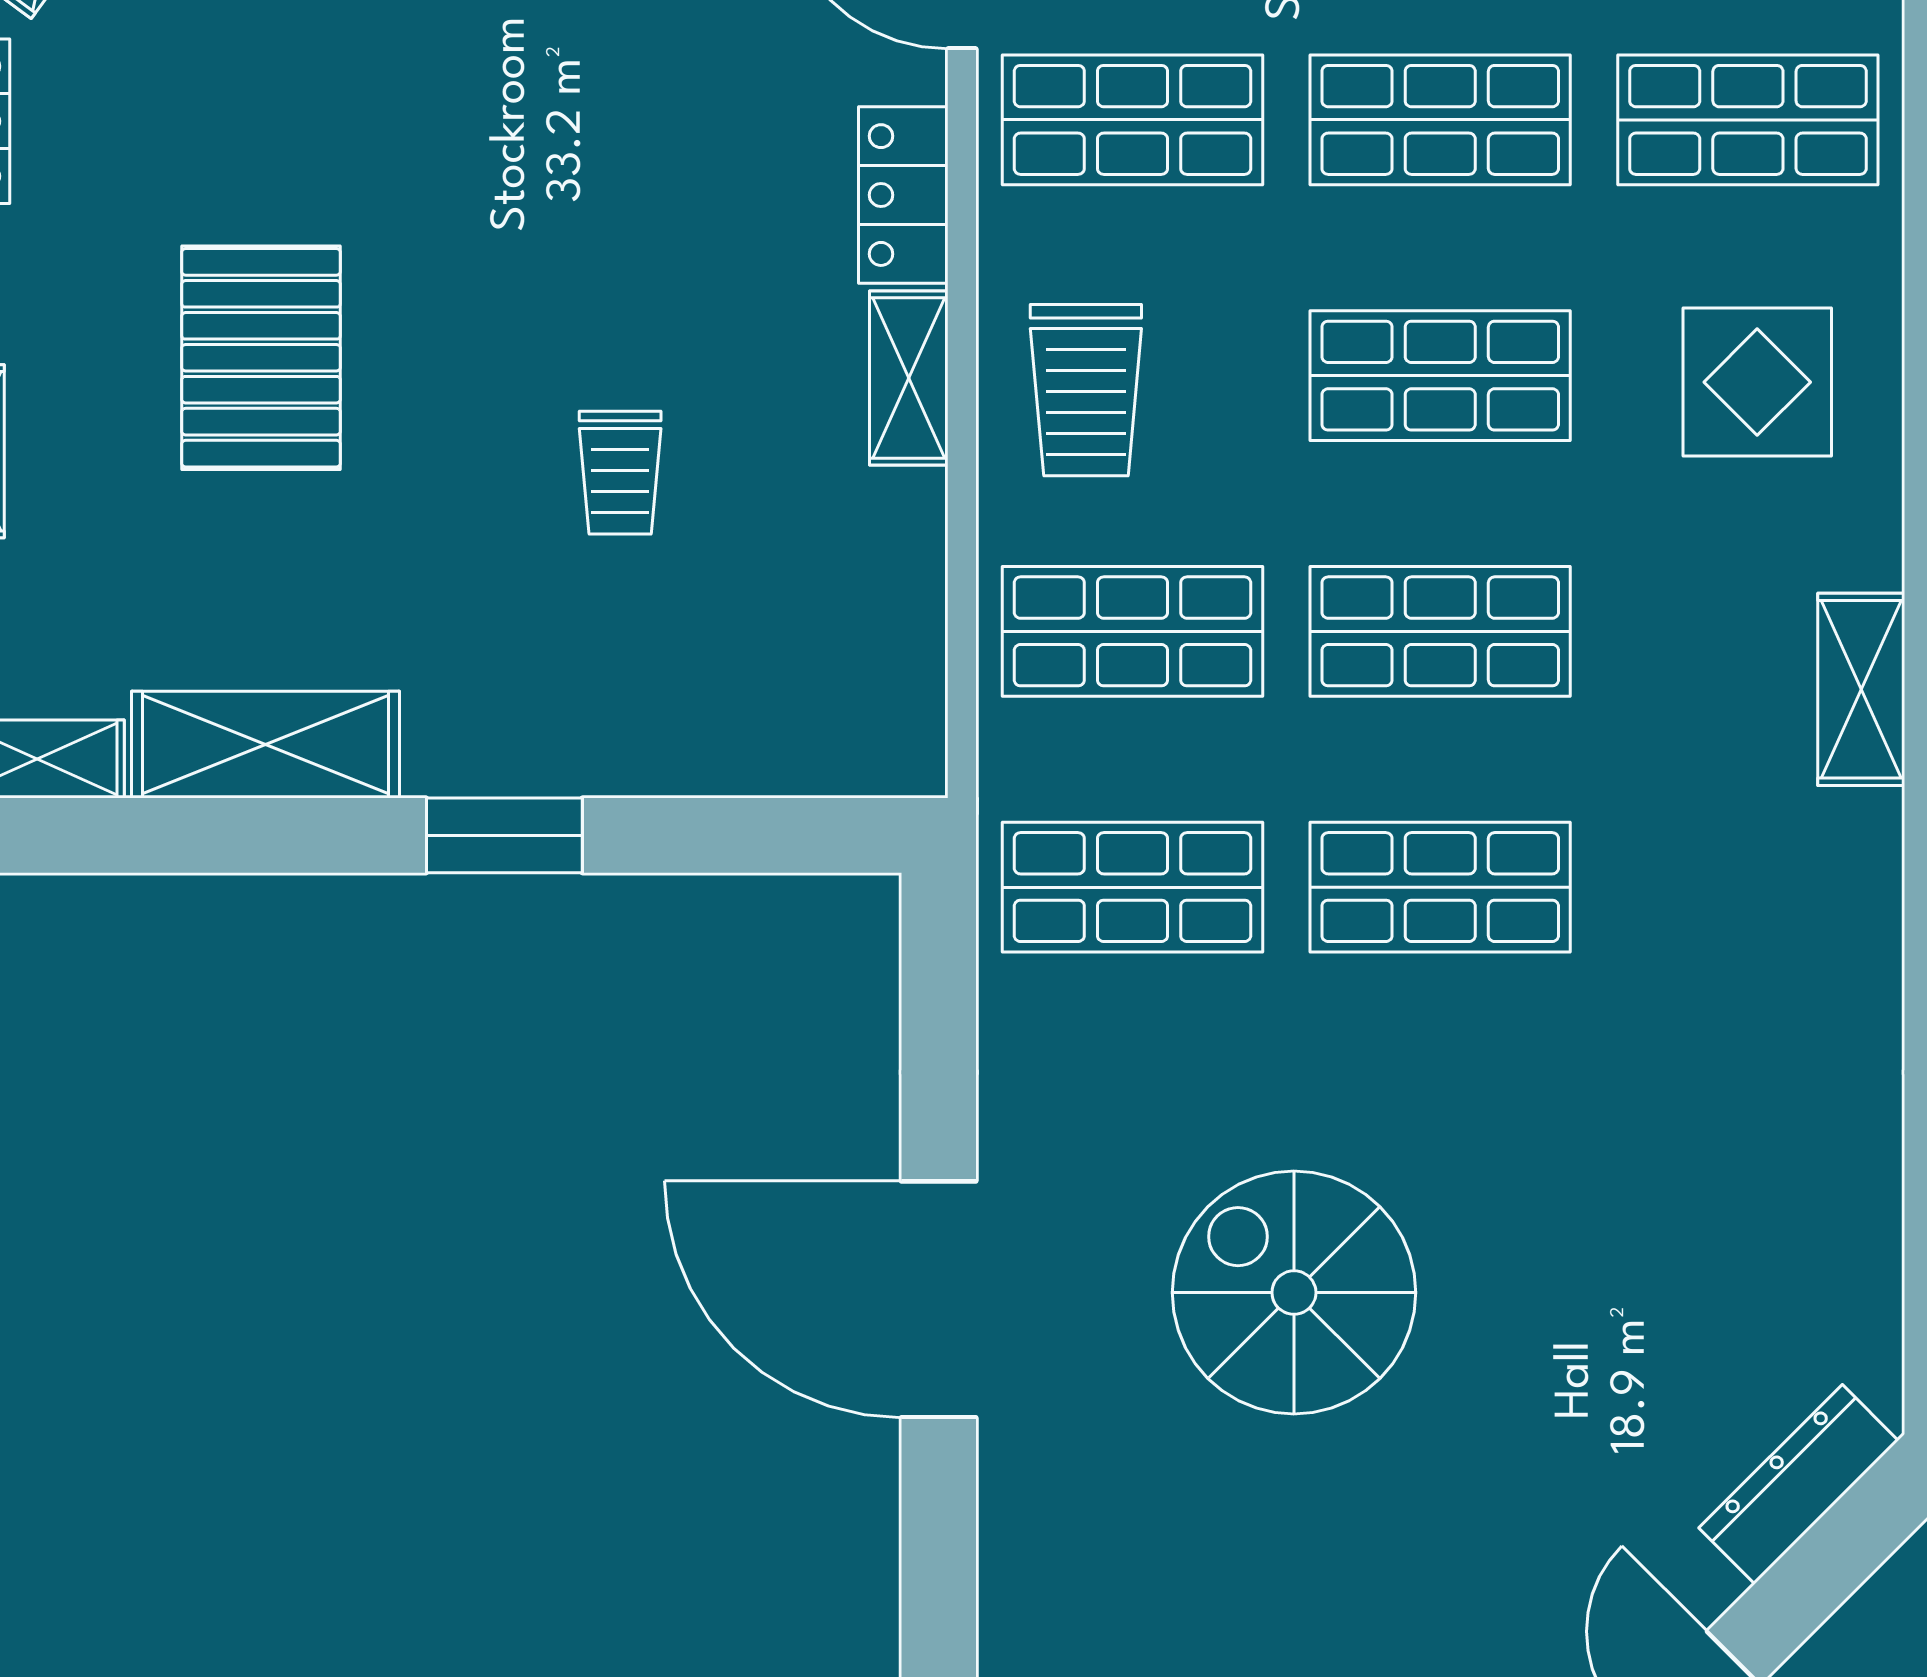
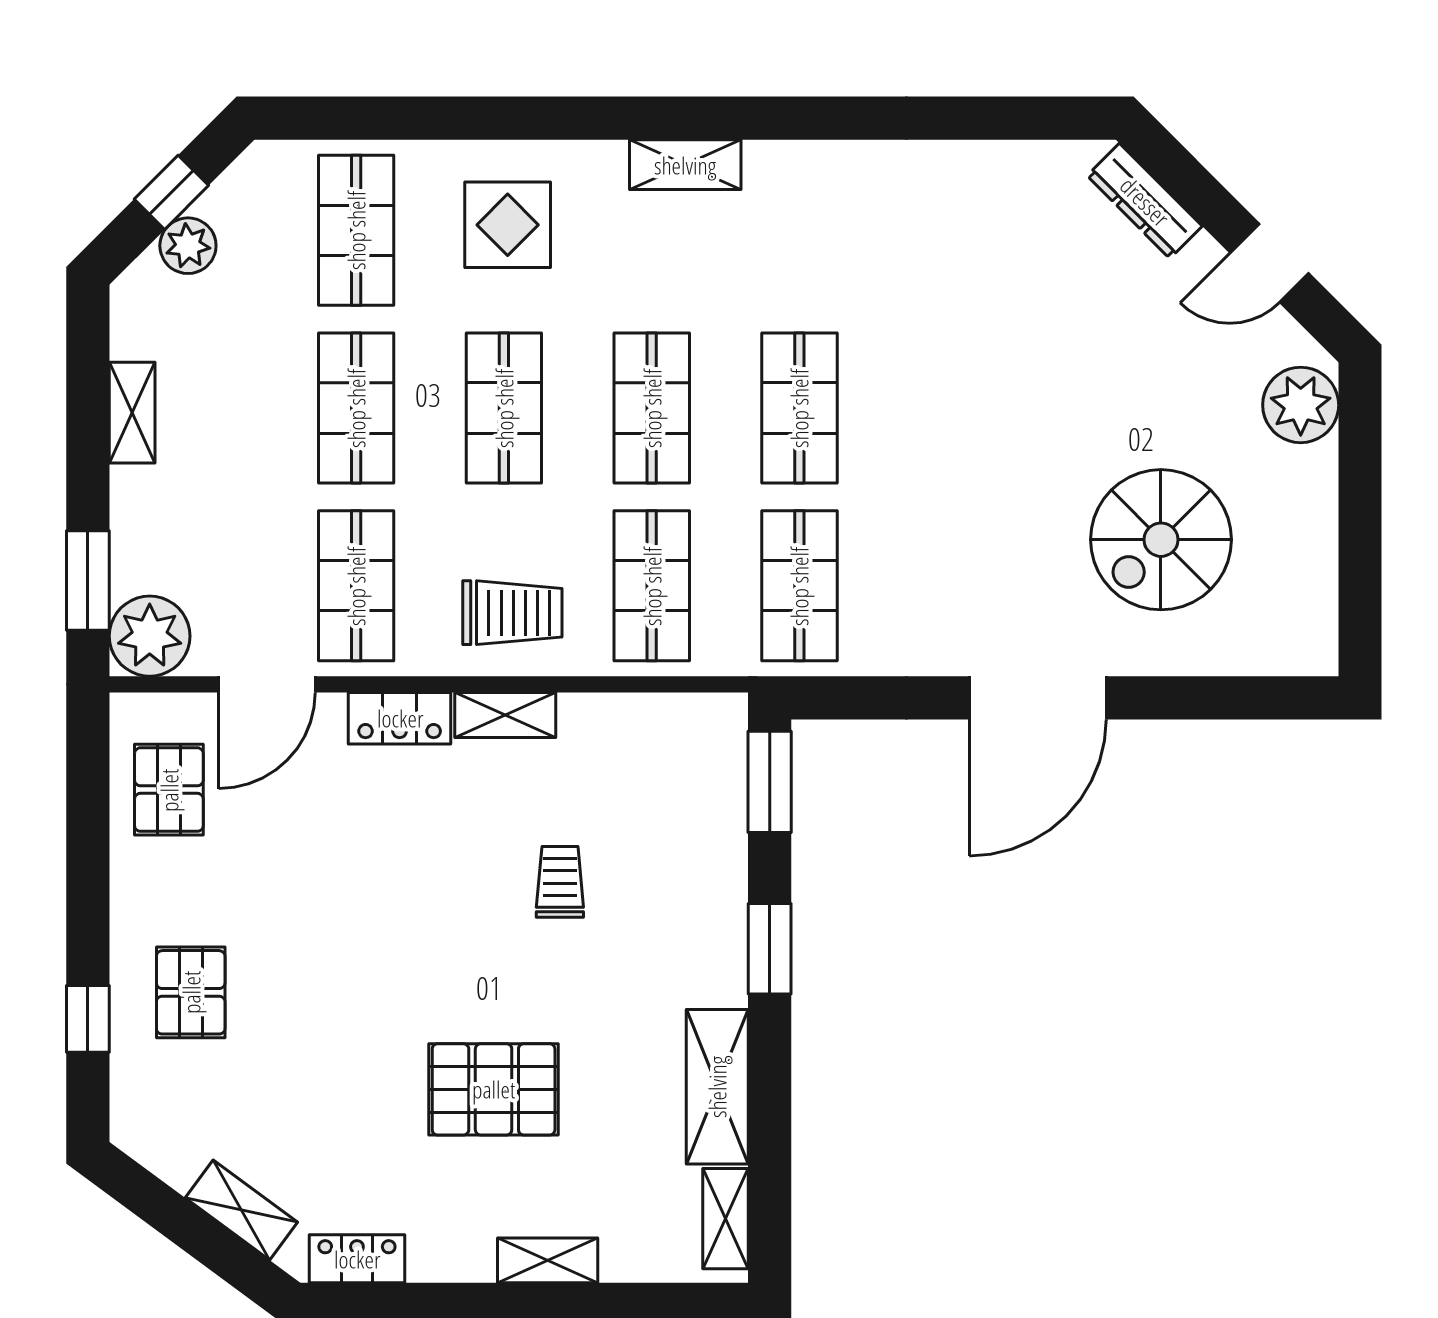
trolley: (620, 473) -> (560, 882), turned -90
window: (793, 835) -> (770, 782), added
spiral stairs: (1294, 1293) -> (1161, 540), moved

